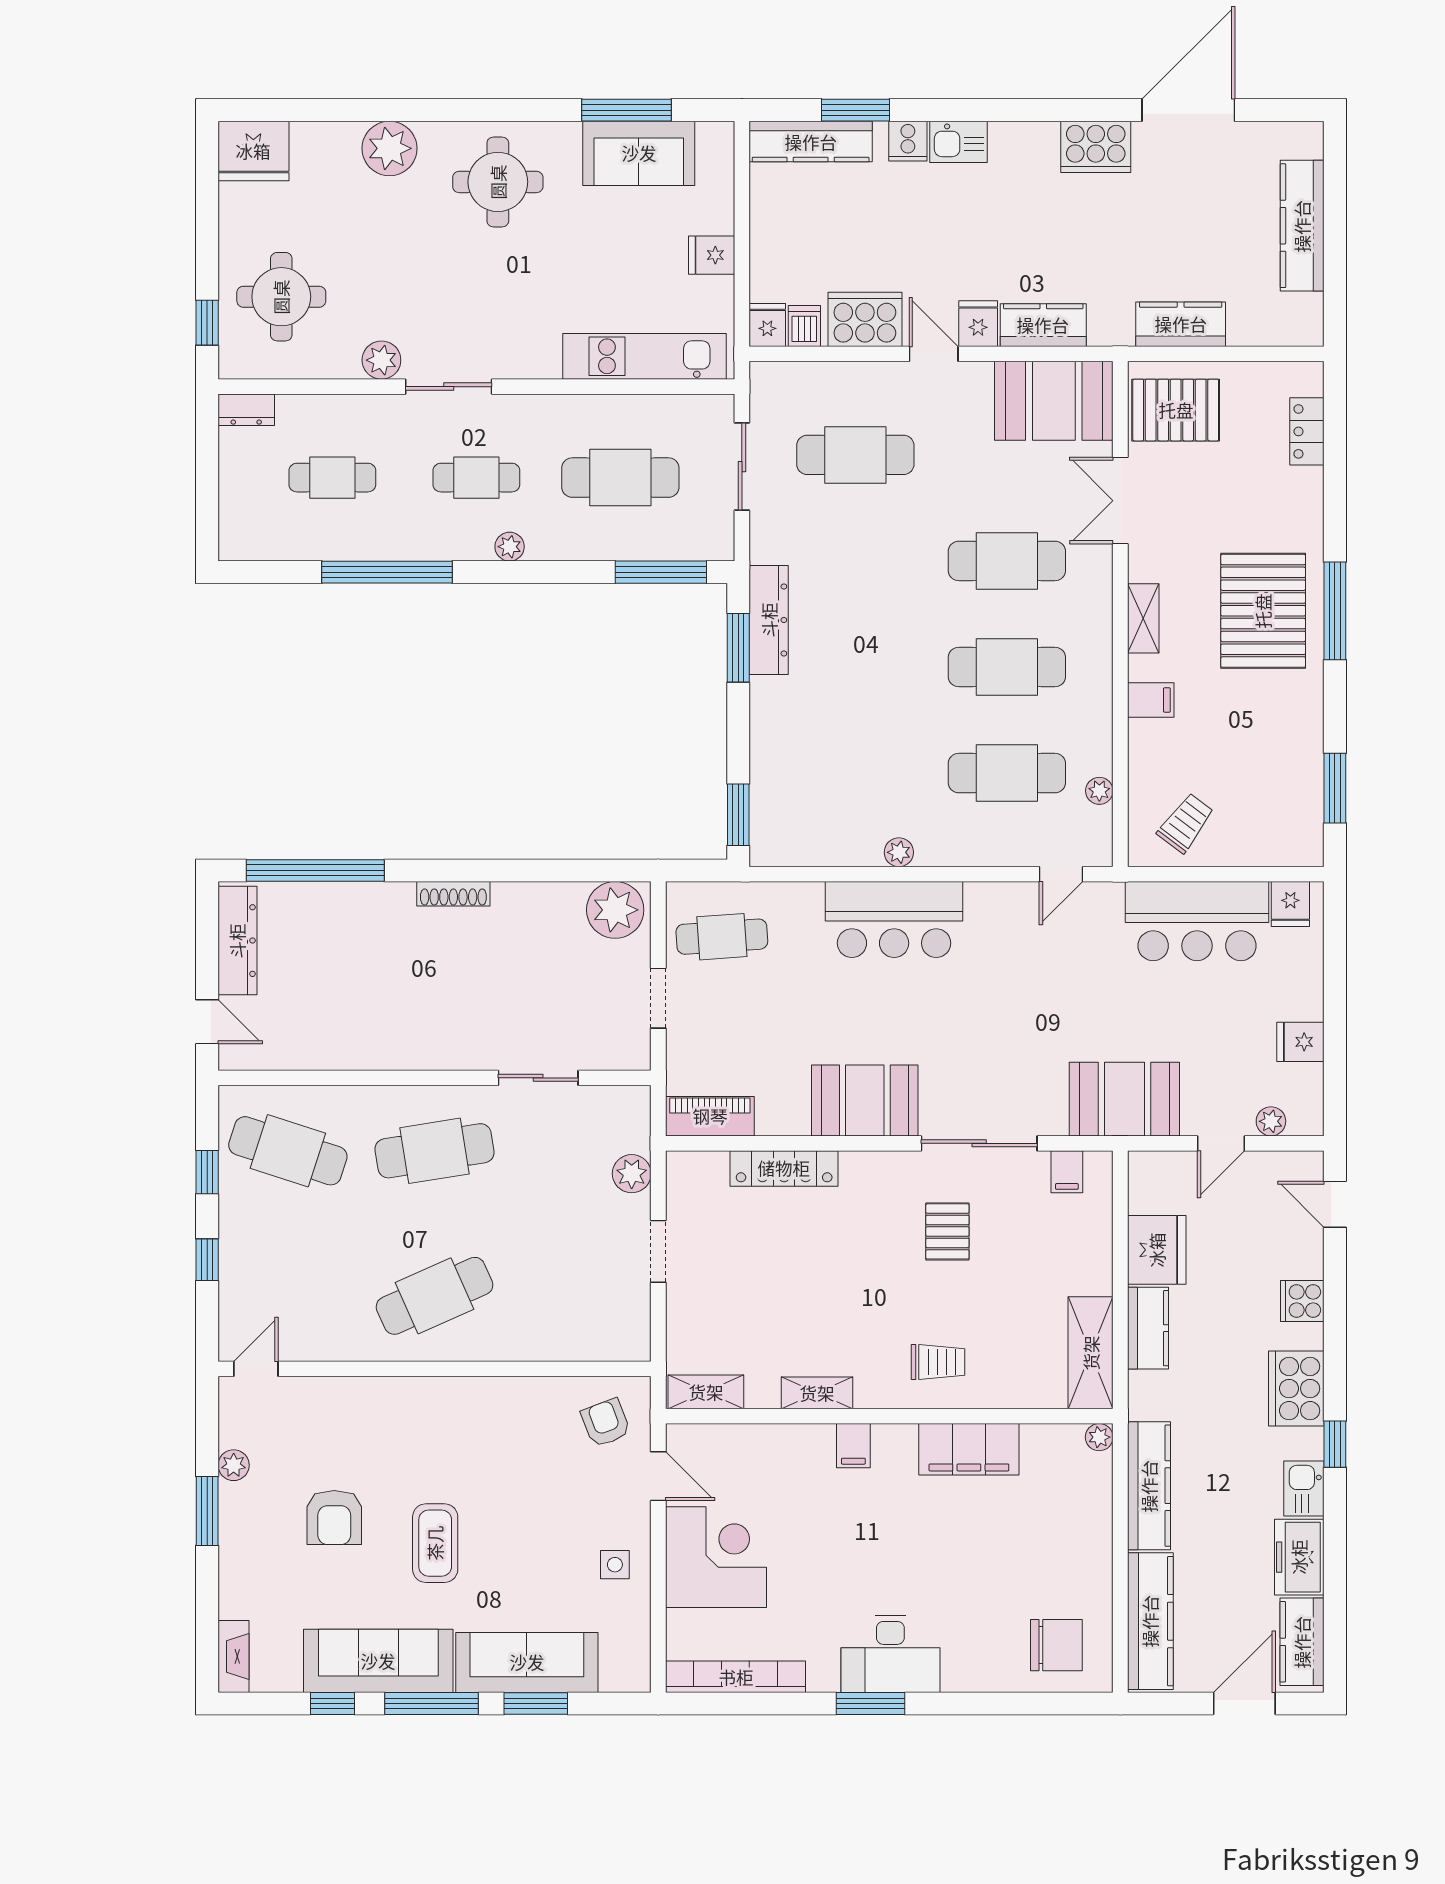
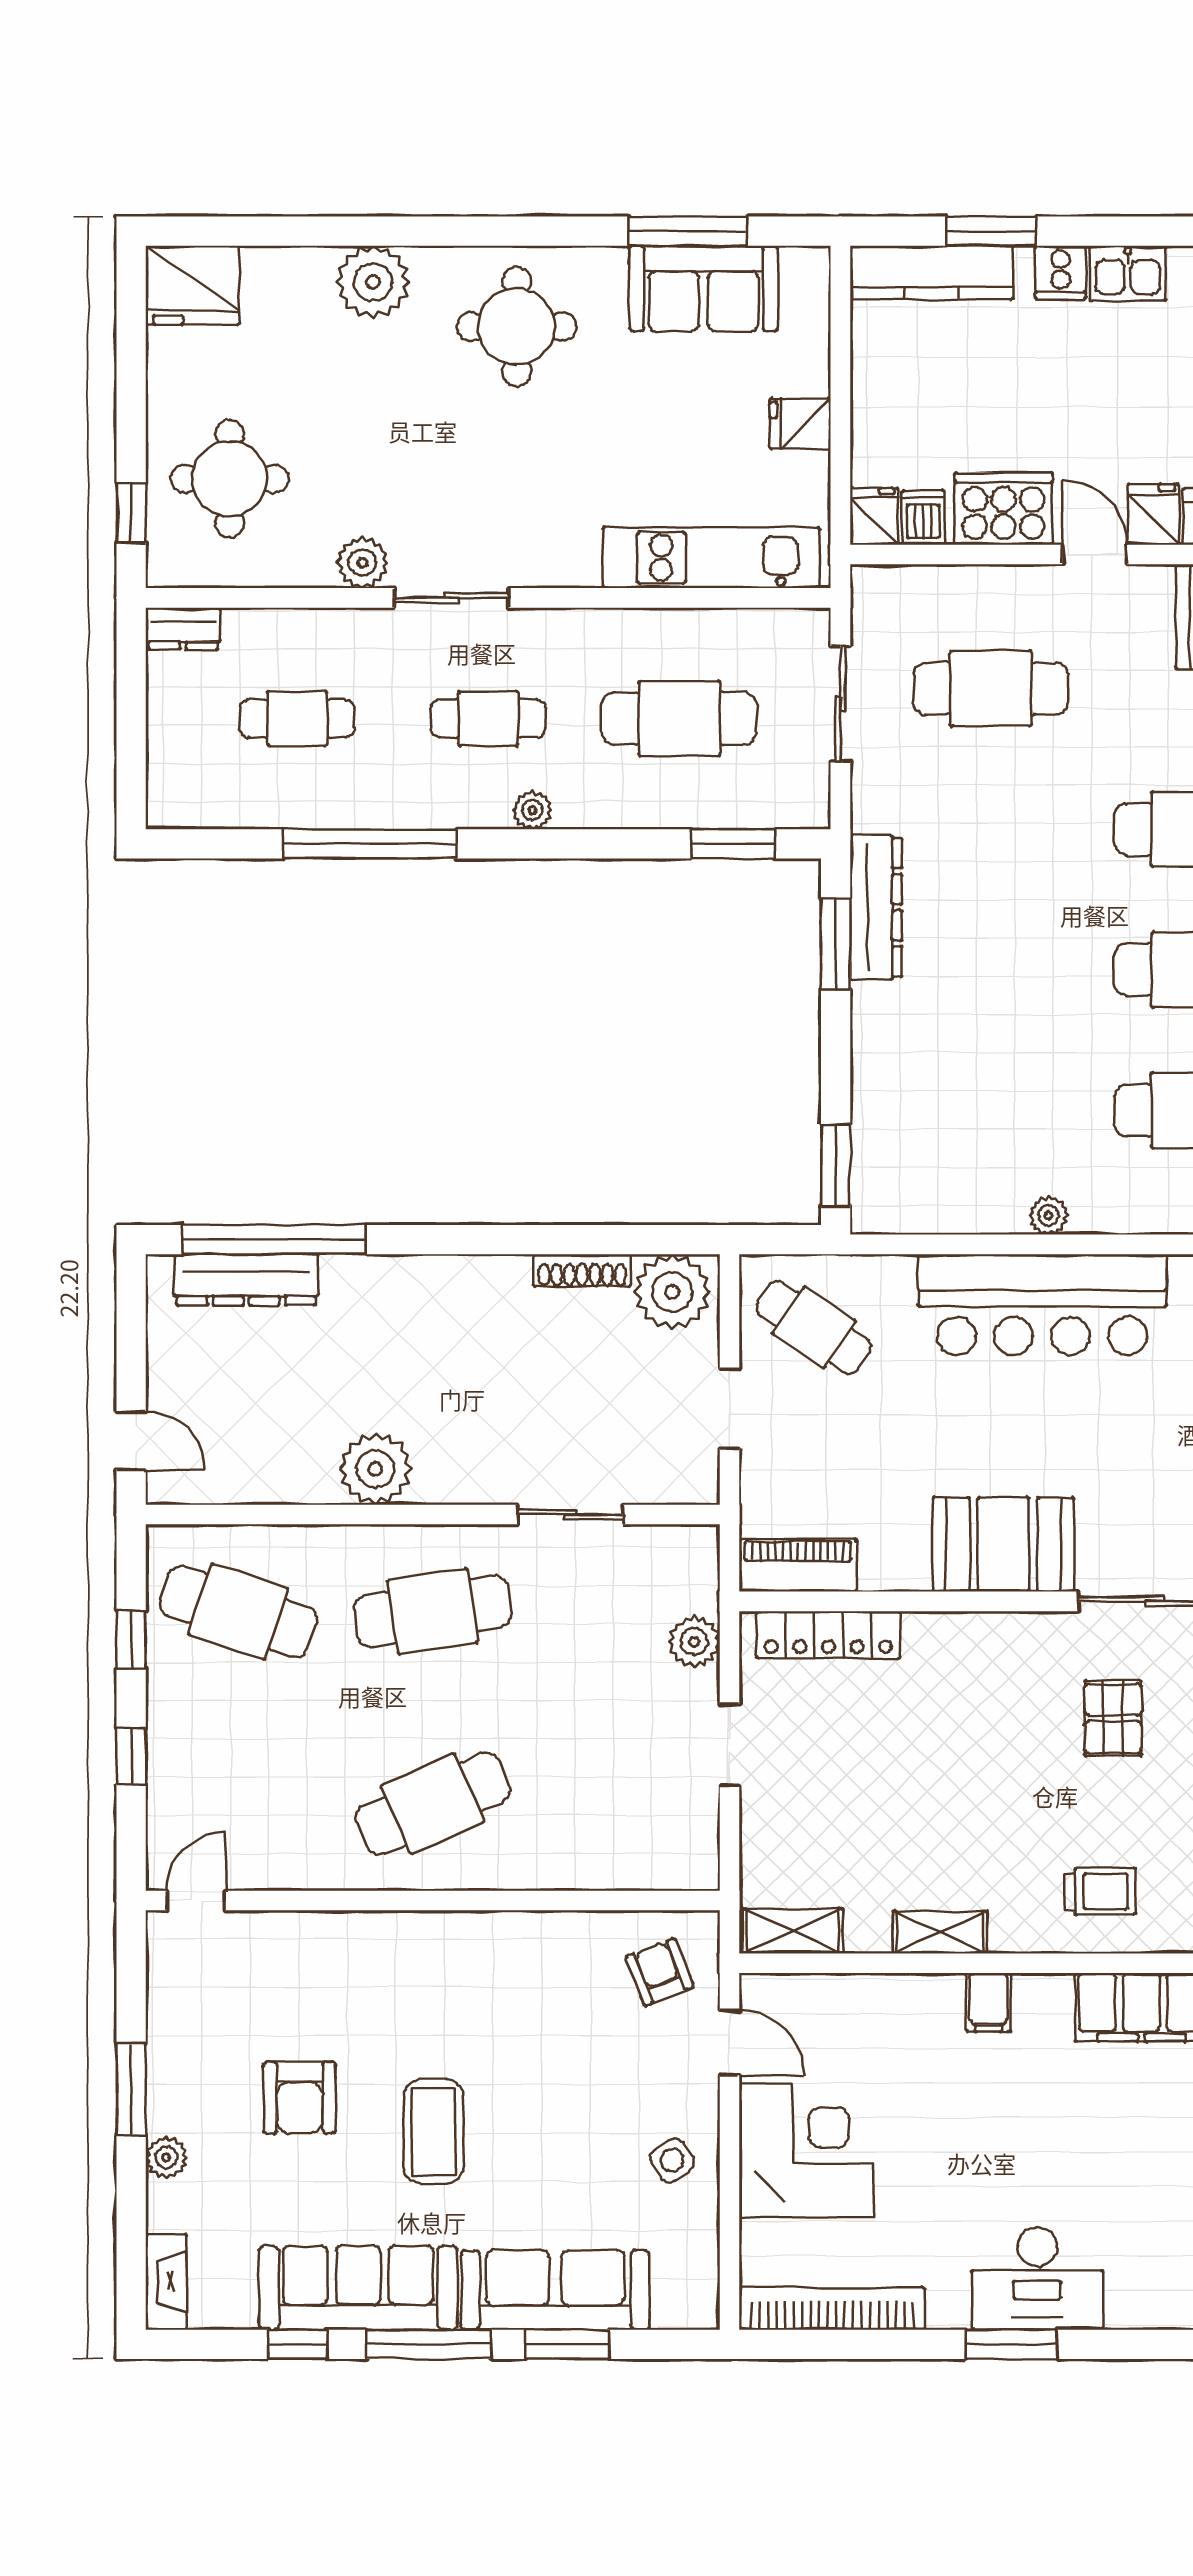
window: (661, 572) -> (733, 844), width x0.69
shoe rack: (453, 894) -> (582, 1270), moved
bar counter: (894, 919) -> (1042, 1305), width x1.36
cafe table: (722, 937) -> (814, 1327), turned 38
dresser: (237, 941) -> (246, 1280), moved, turned 90
plant: (391, 1043) -> (376, 1469), added
locker: (784, 1168) -> (828, 1635), moved
plant: (234, 1465) -> (166, 2157), moved
side table: (615, 1565) -> (672, 2160), turned -33

